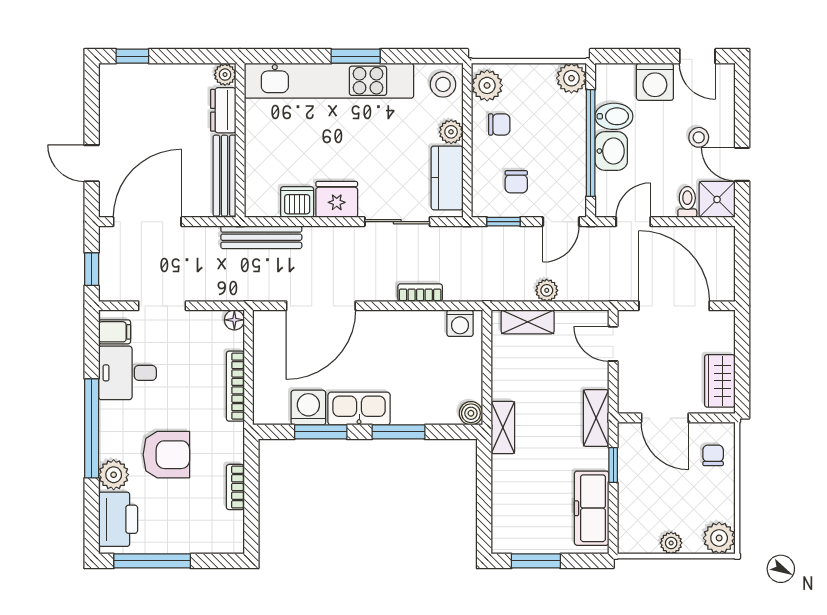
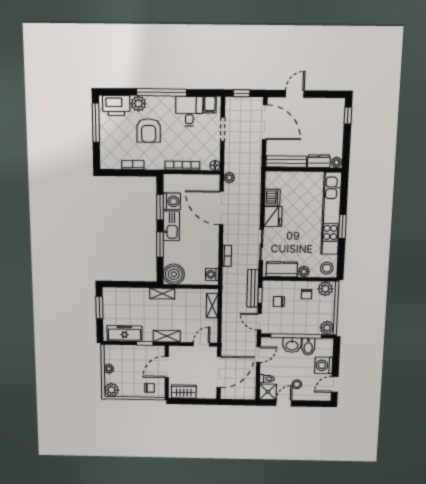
door: (633, 222) -> (258, 355), hinge flipped
bench: (261, 237) -> (253, 288), moved
plant: (547, 290) -> (229, 178), moved
boiler: (471, 413) -> (174, 274), width x1.86, depth x1.86

